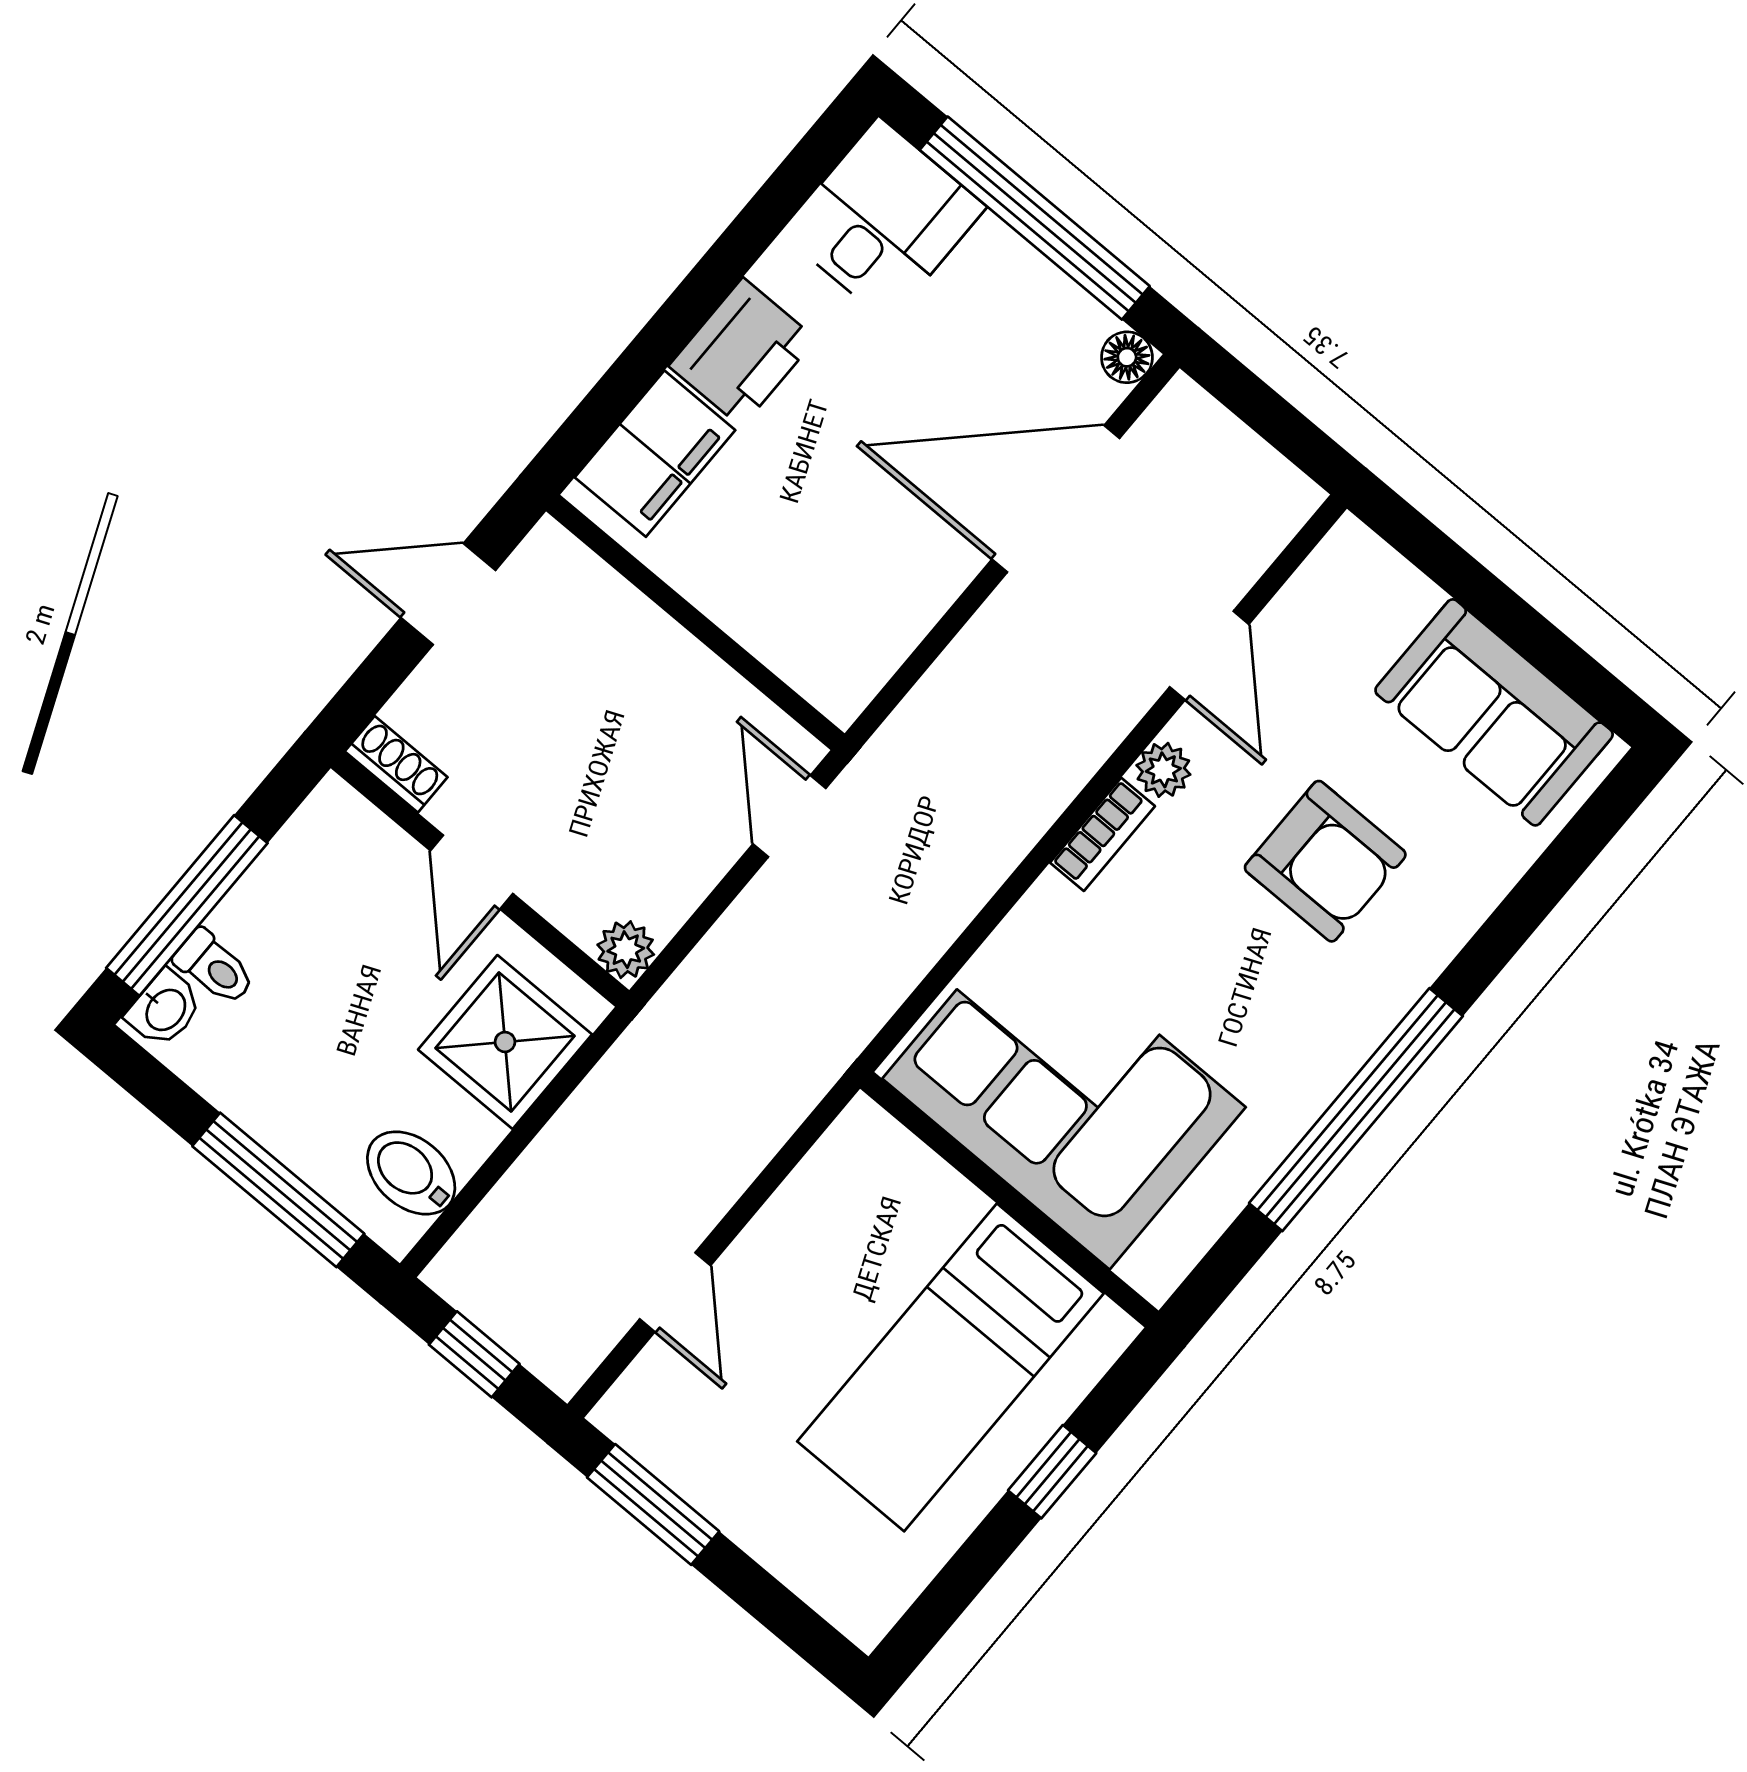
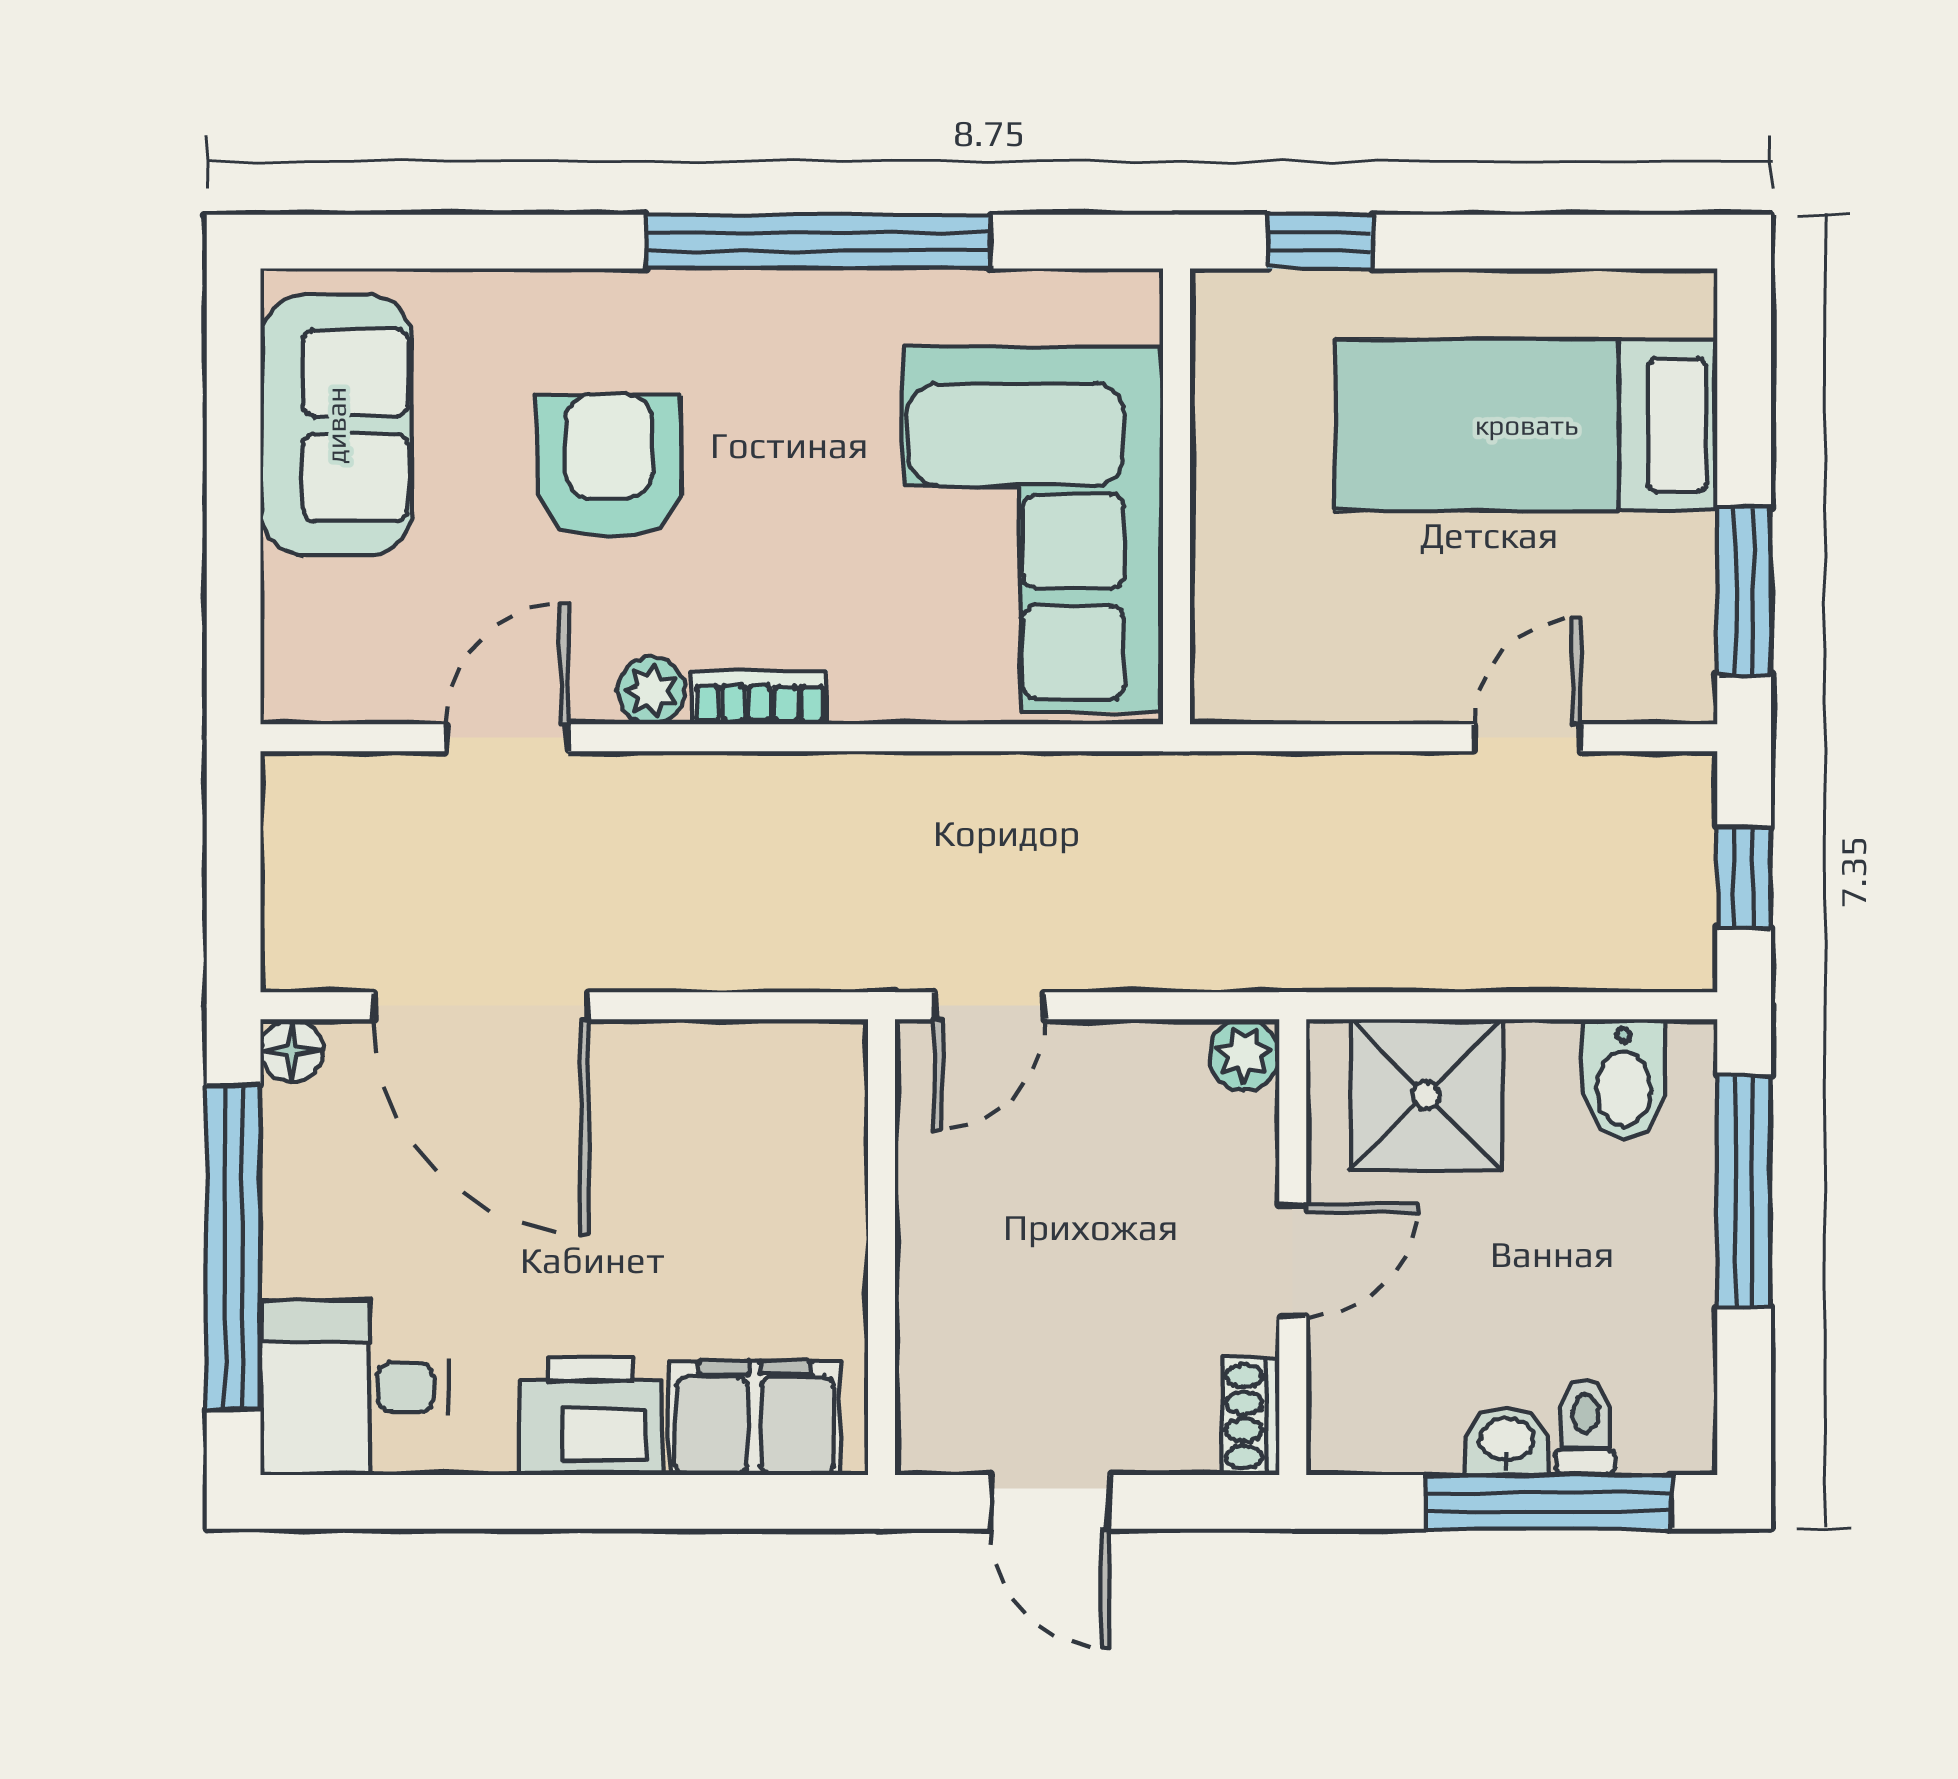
washbasin: (165, 1009) -> (1507, 1441), moved
bed: (951, 1367) -> (1527, 425), moved, turned 180
window: (1052, 1472) -> (1320, 242), moved

